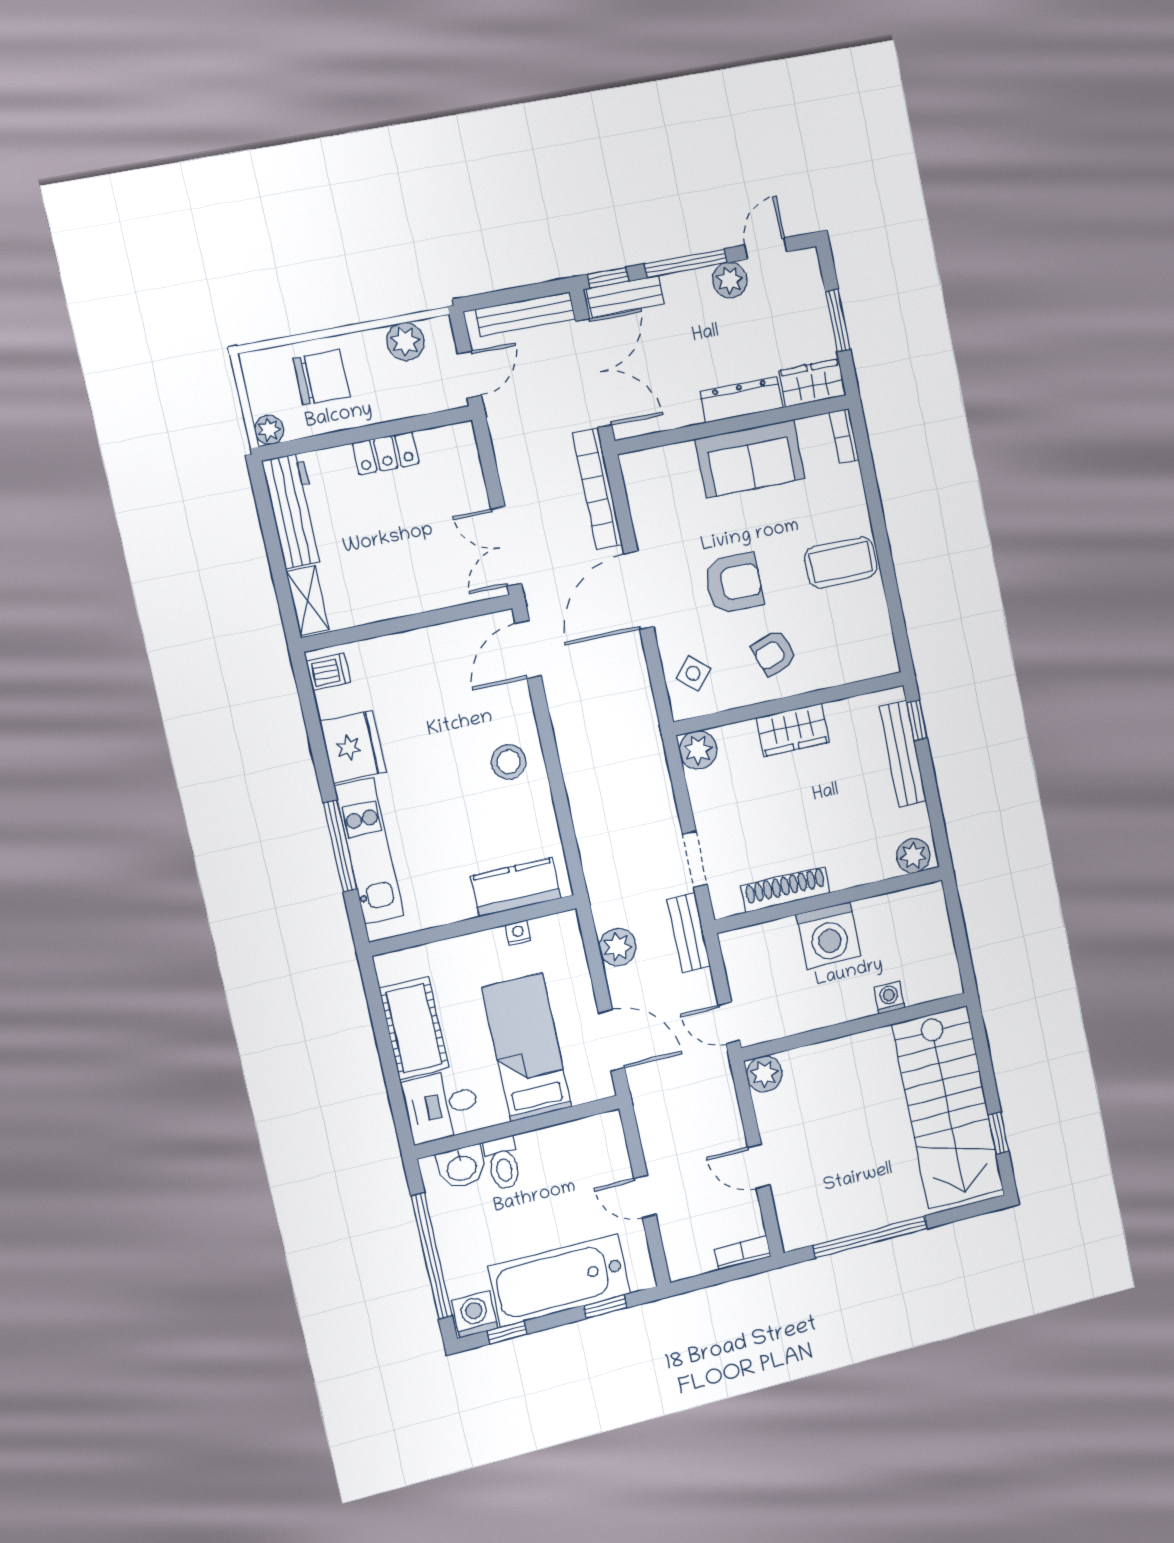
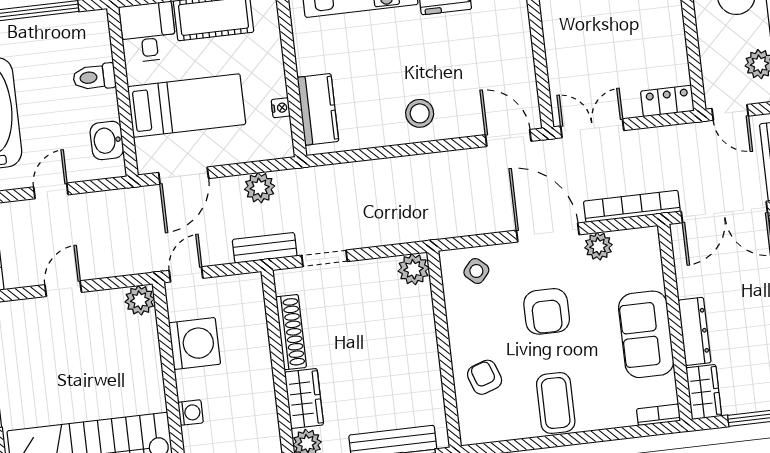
locker: (386, 453) -> (667, 101), moved, turned 90
plant: (650, 526) -> (598, 246), added
armchair: (774, 653) -> (485, 377), moved
wardrobe: (793, 730) -> (304, 399), moved, turned 180
washing machine: (829, 935) -> (195, 343), moved, turned 180
washbasin: (462, 1167) -> (107, 140), moved

